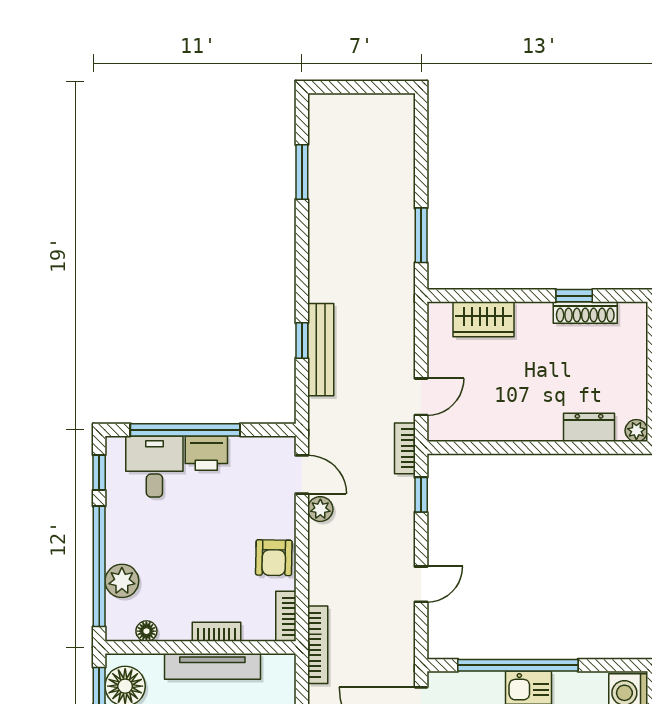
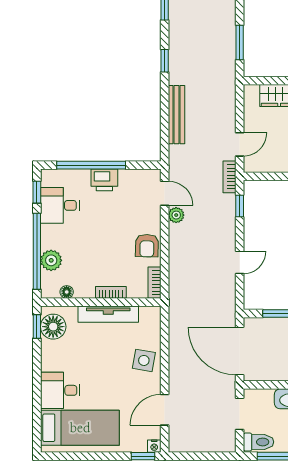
window: (302, 340) -> (165, 61), moved
desk: (154, 467) -> (60, 205), moved, turned -90
bookcase: (318, 645) -> (175, 301), removed

